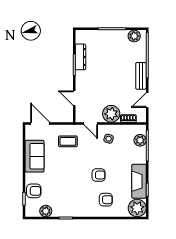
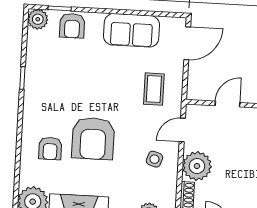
armchair: (99, 175) -> (93, 138), width x1.88, depth x1.88
plant: (46, 211) -> (38, 19), moved

